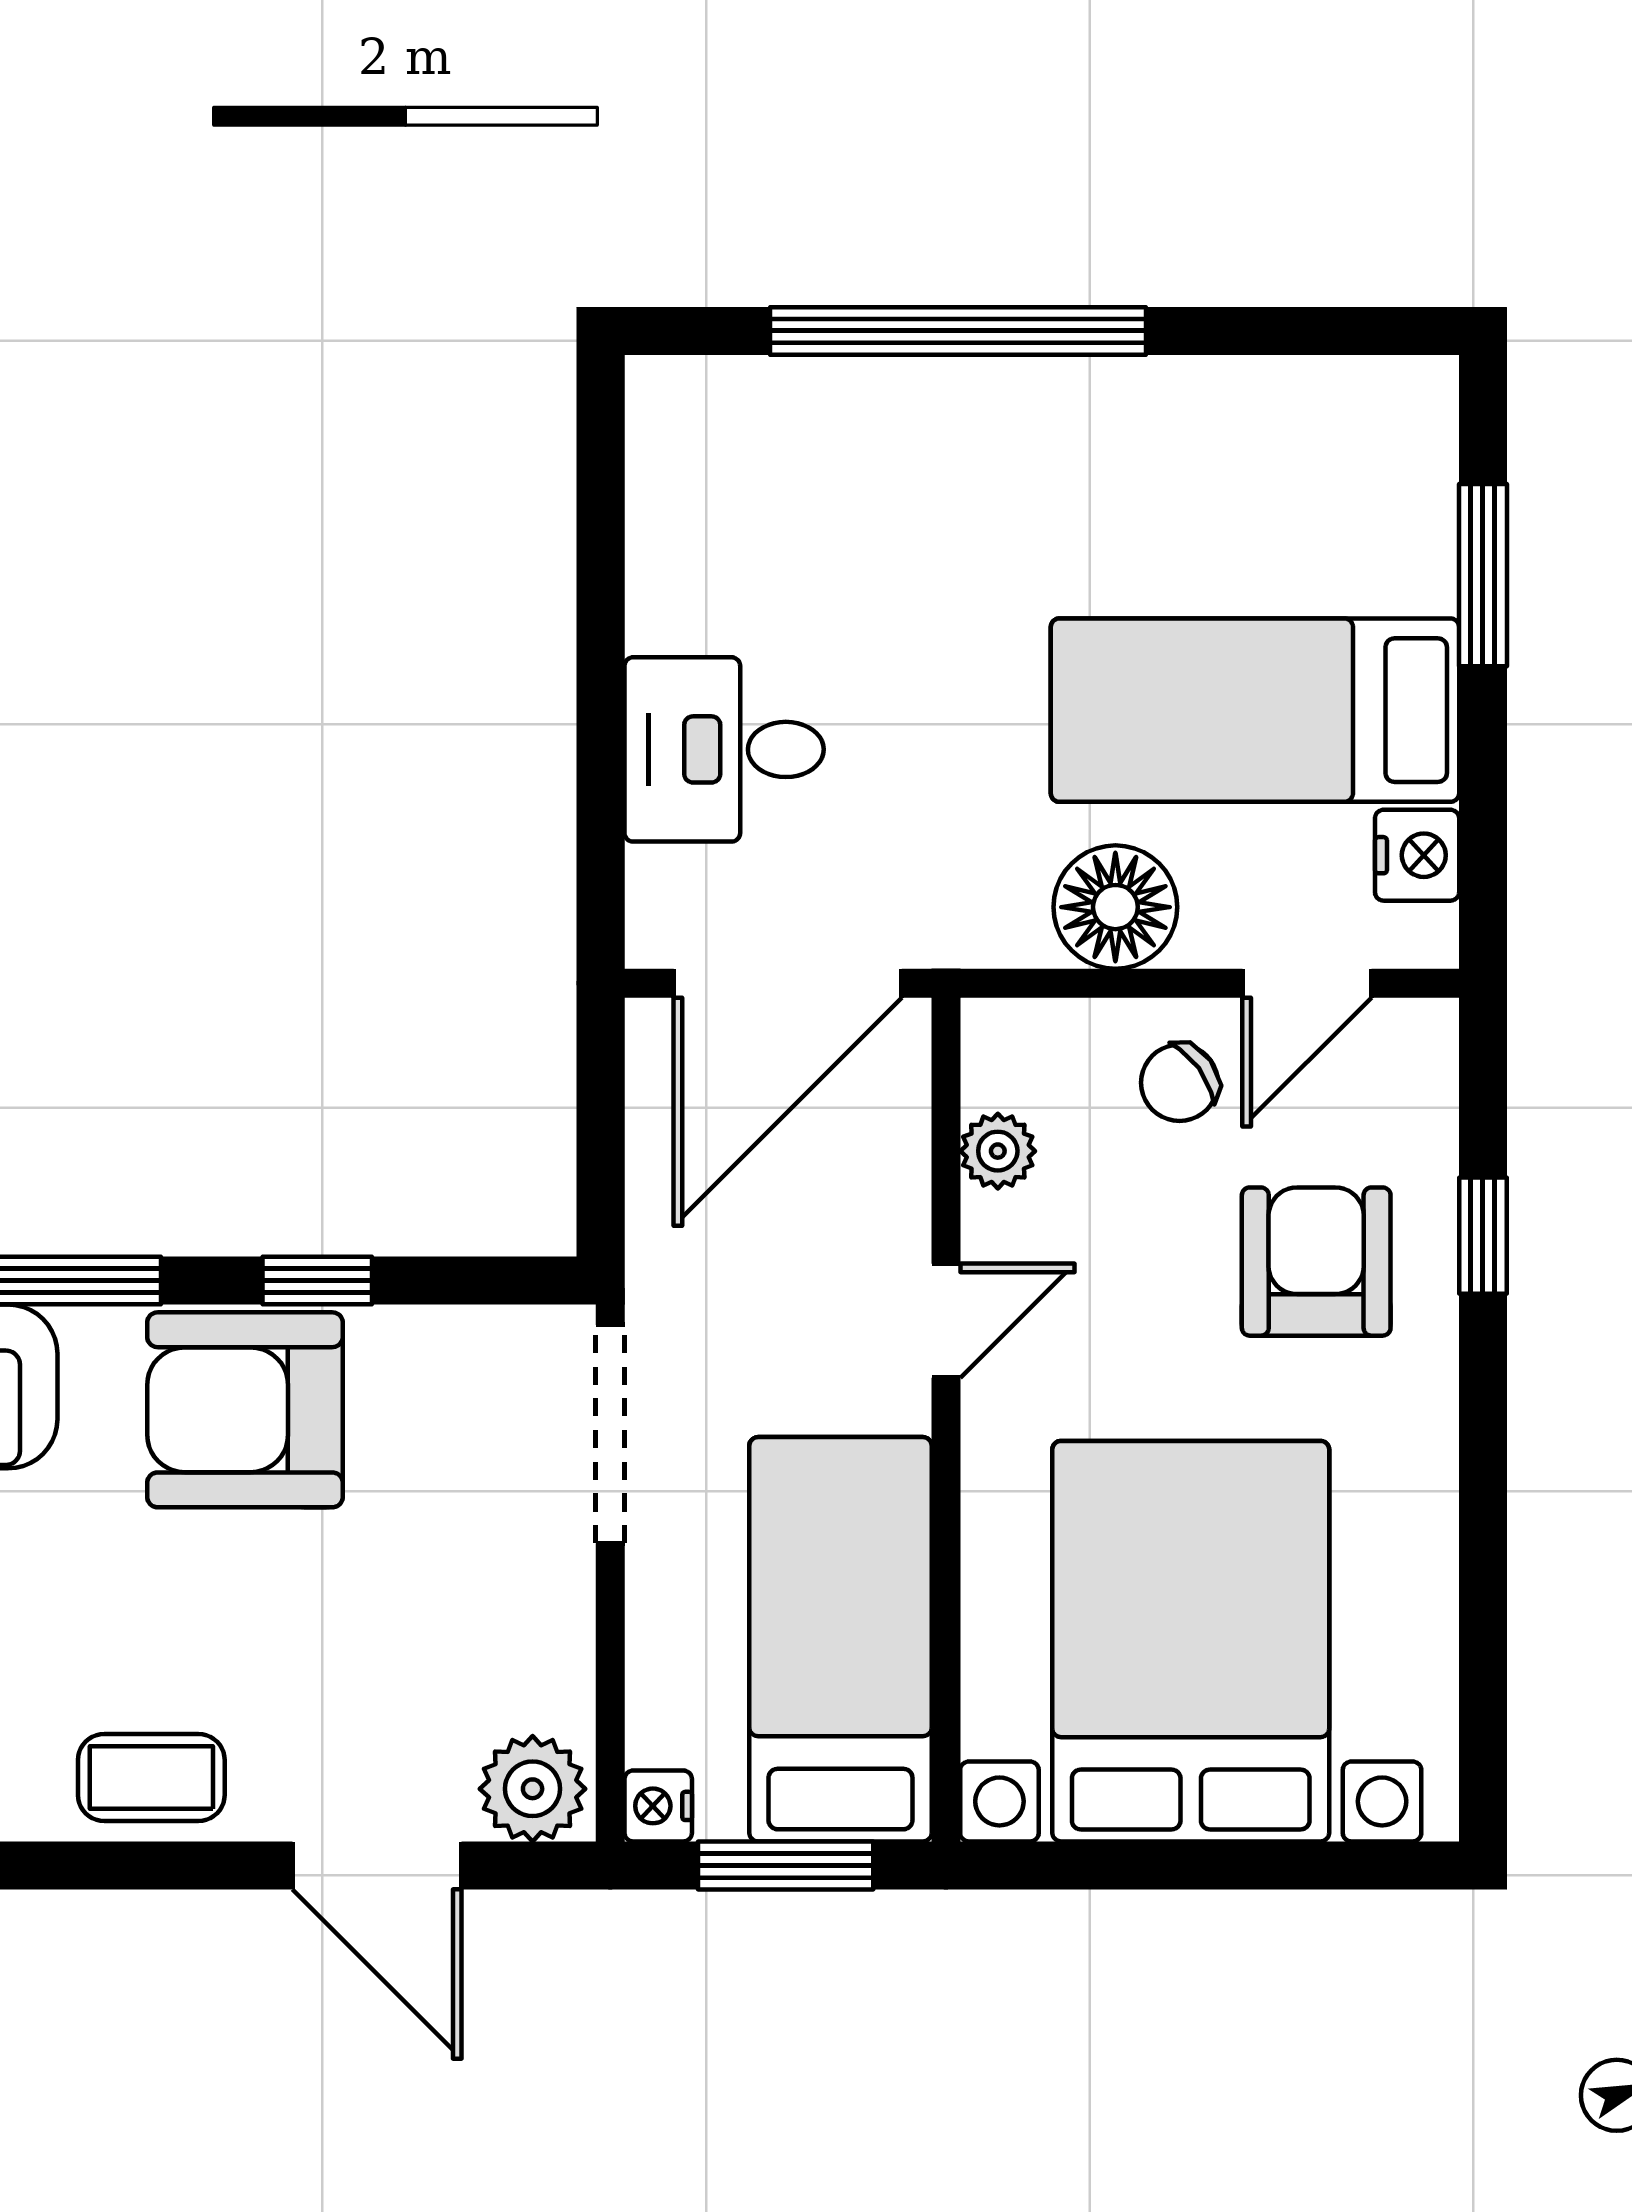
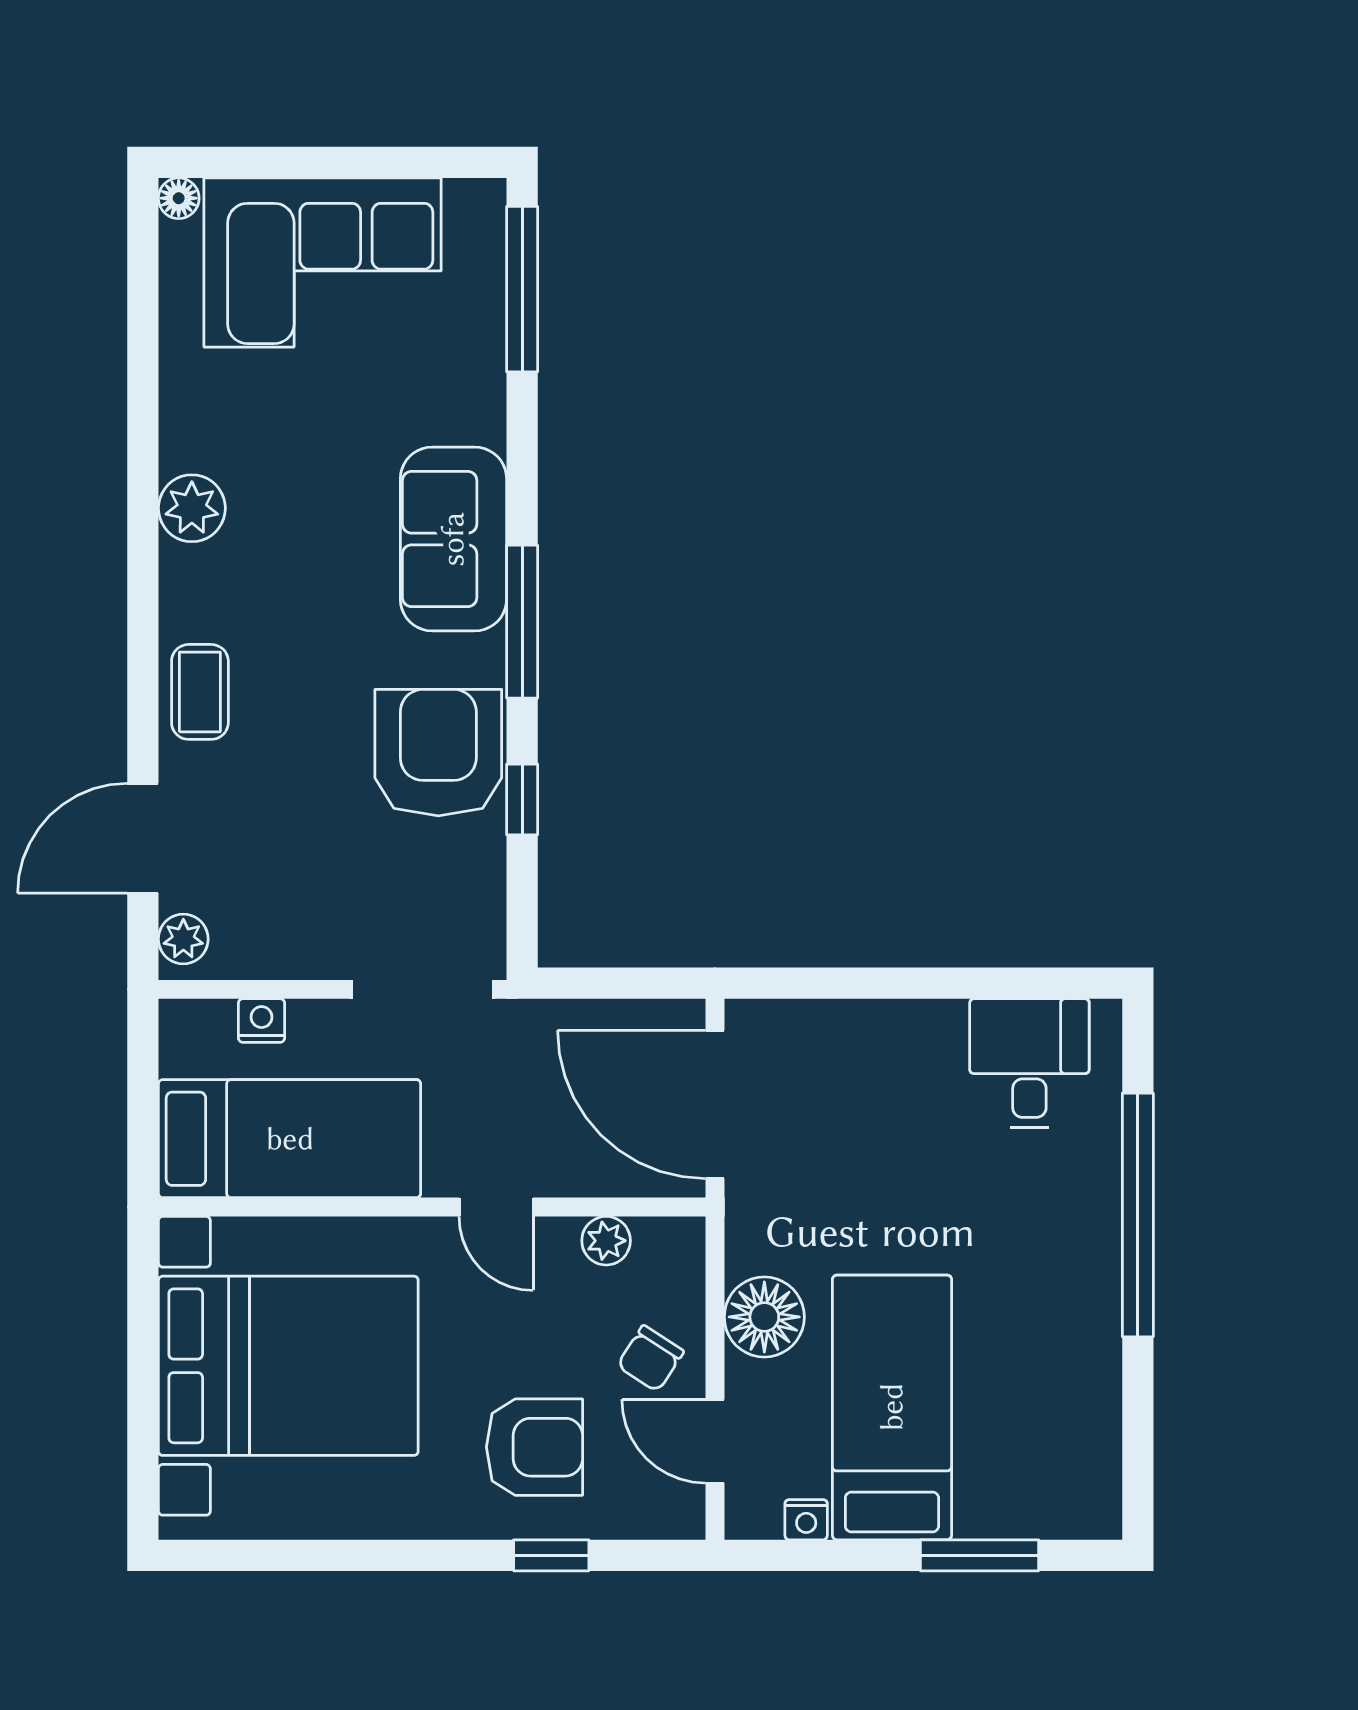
desk: (724, 749) -> (1029, 1063), moved
nightstand: (1417, 855) -> (806, 1520), width x0.72, depth x0.74
chair: (1180, 1083) -> (650, 1359), turned -111
plant: (533, 1789) -> (183, 939), width x0.73, depth x0.73
nightstand: (658, 1806) -> (262, 1021), moved
window: (786, 1866) -> (143, 1103), removed

